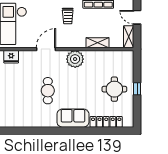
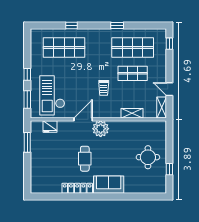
plant: (75, 59) -> (101, 129), moved
window: (137, 89) -> (169, 169), moved
locker: (106, 122) -> (77, 188), moved

